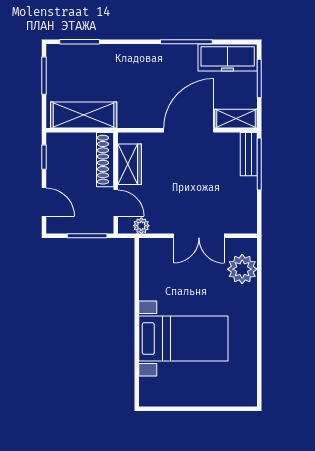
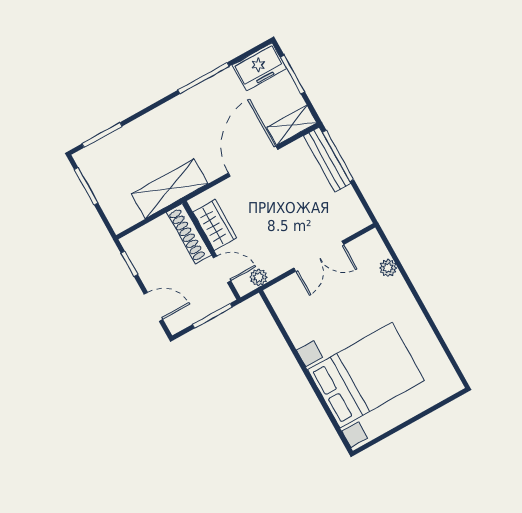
freezer: (228, 57) -> (259, 67), width x0.71
shelving: (84, 115) -> (170, 189), moved
bench: (249, 154) -> (327, 160), width x1.36
plant: (242, 269) -> (388, 268), width x0.53, depth x0.53
bed with nightstands: (183, 339) -> (366, 375), width x1.36

